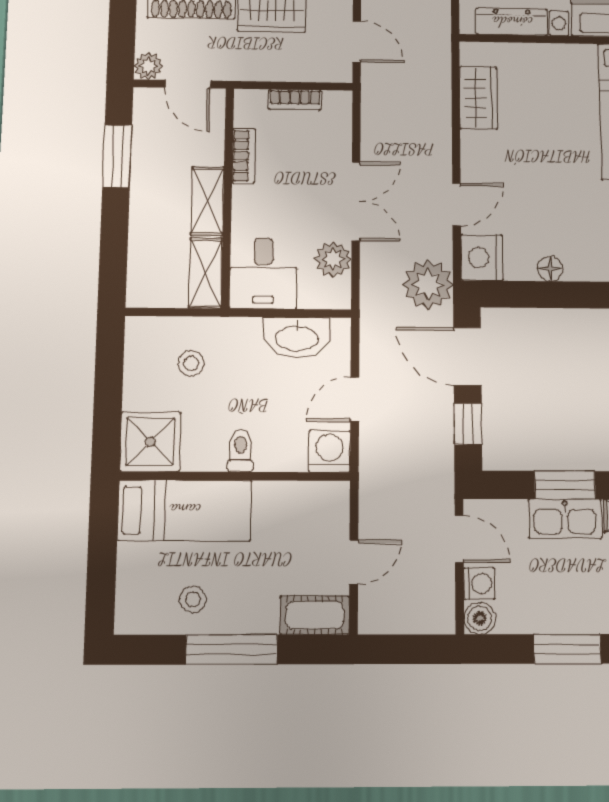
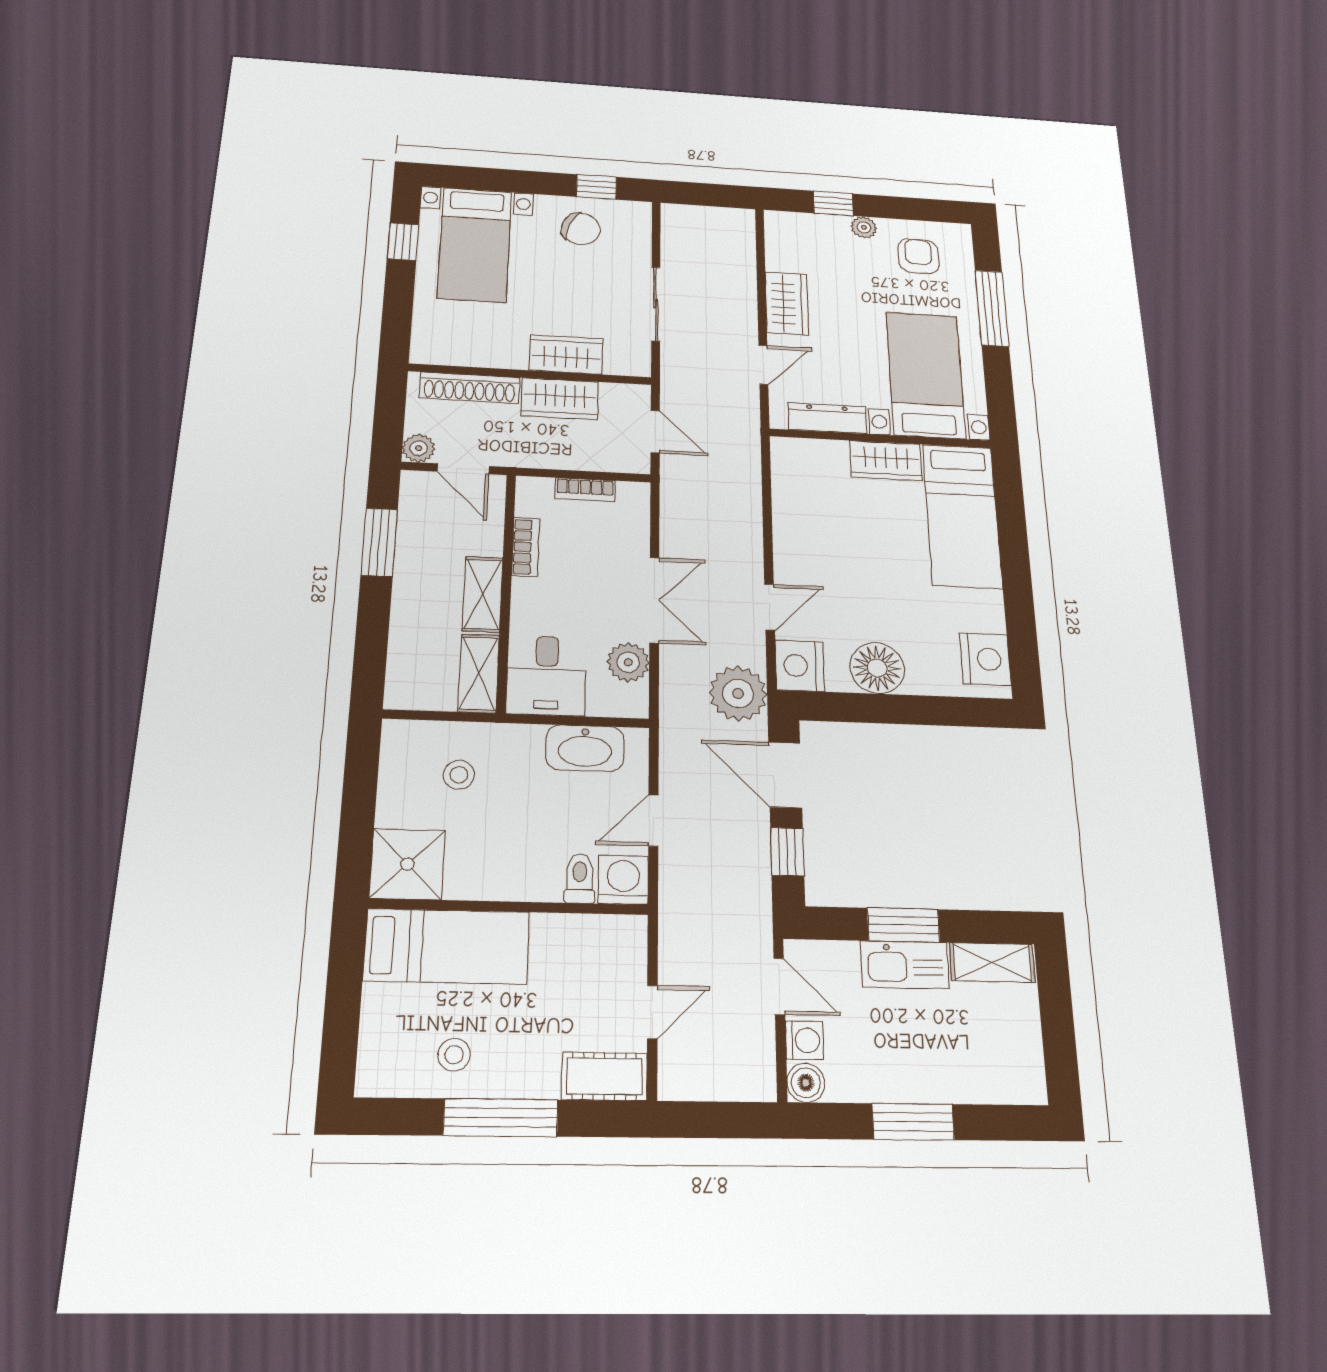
wardrobe: (478, 98) -> (886, 461), moved, turned 90
floor lamp: (550, 269) -> (877, 668), width x1.89, depth x1.89
toilet: (240, 451) -> (580, 879), moved

